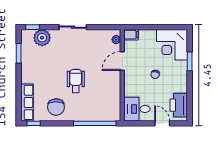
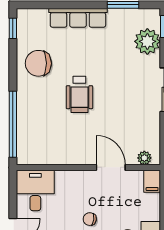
wheelchair: (76, 81) -> (79, 94), turned 90
row of seats: (27, 102) -> (78, 18), moved

